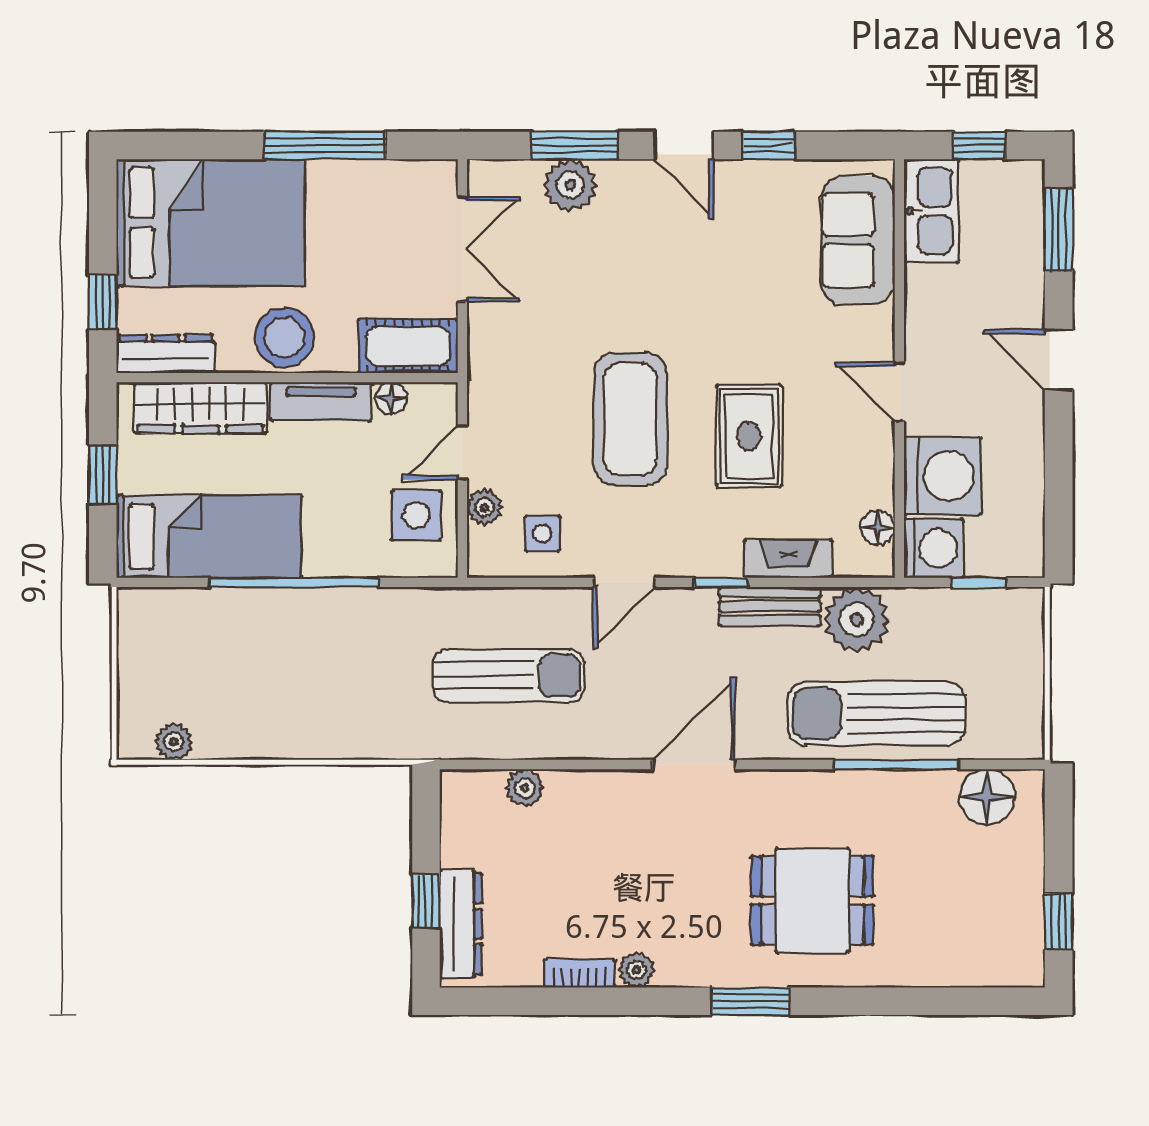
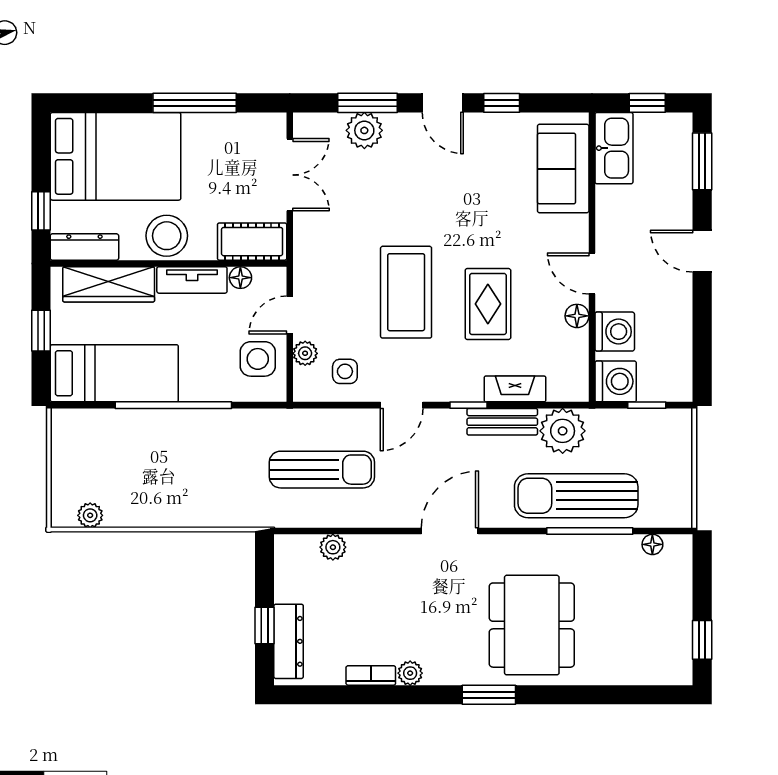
washing machine: (943, 476) -> (615, 332), width x0.73, depth x0.73
floor lamp: (878, 528) -> (577, 316), moved
floor lamp: (987, 797) -> (652, 544), width x0.53, depth x0.53
dining table: (812, 900) -> (532, 625), width x1.38

